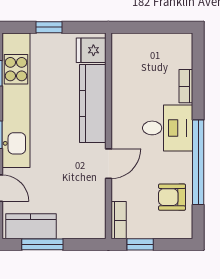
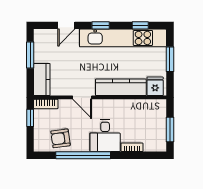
window: (49, 27) -> (170, 59), width x1.50
window: (158, 27) -> (170, 129), added
armchair: (172, 197) -> (61, 138), turned -98
kitchen counter: (31, 226) -> (42, 80), moved

